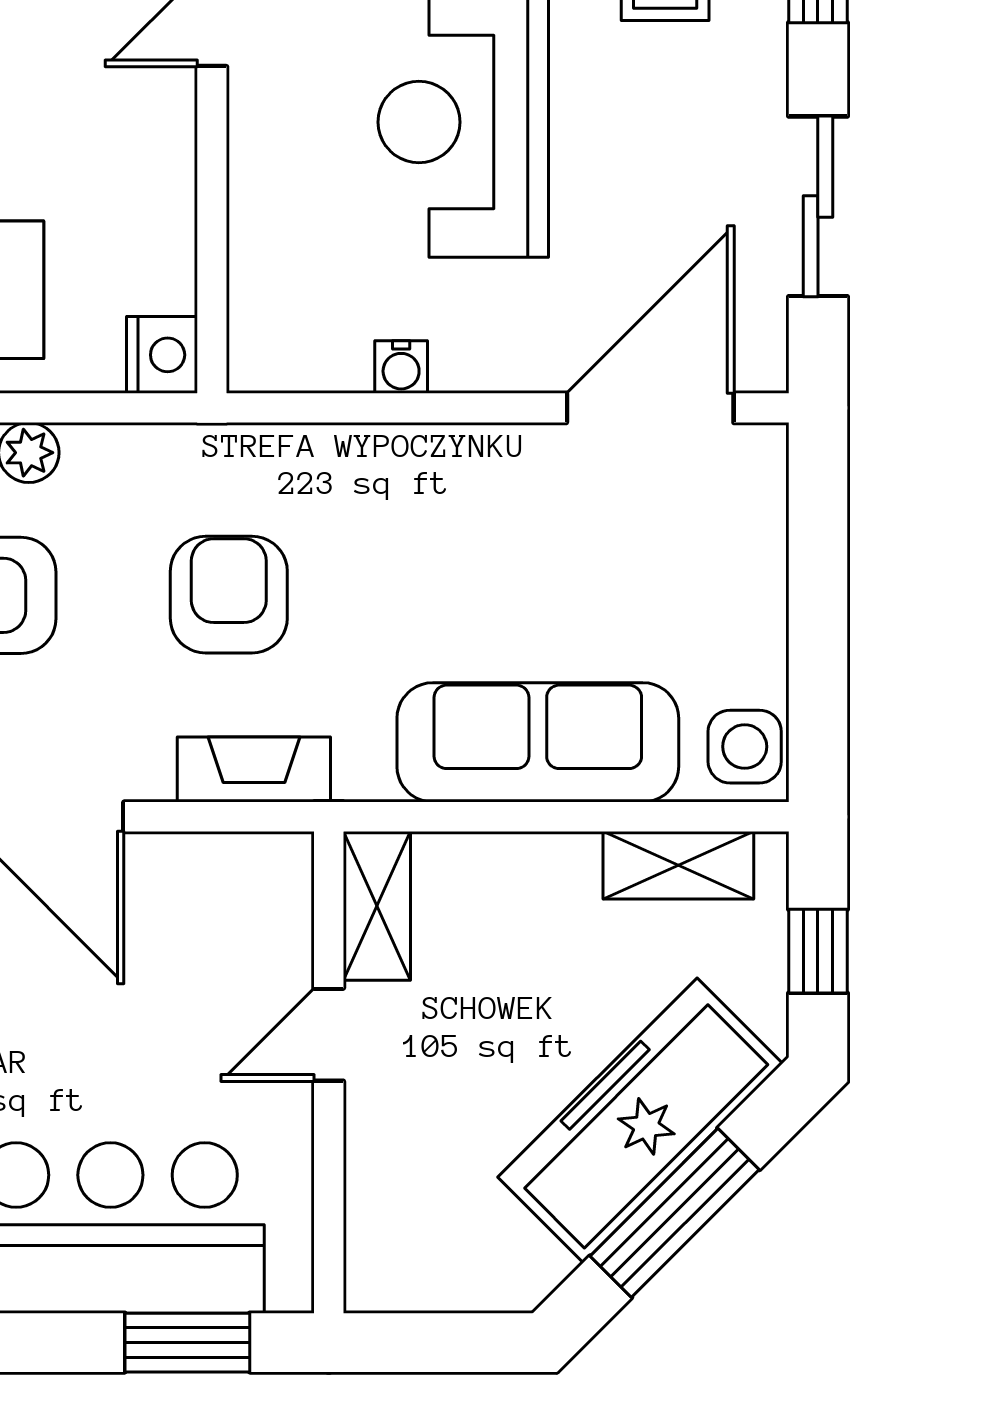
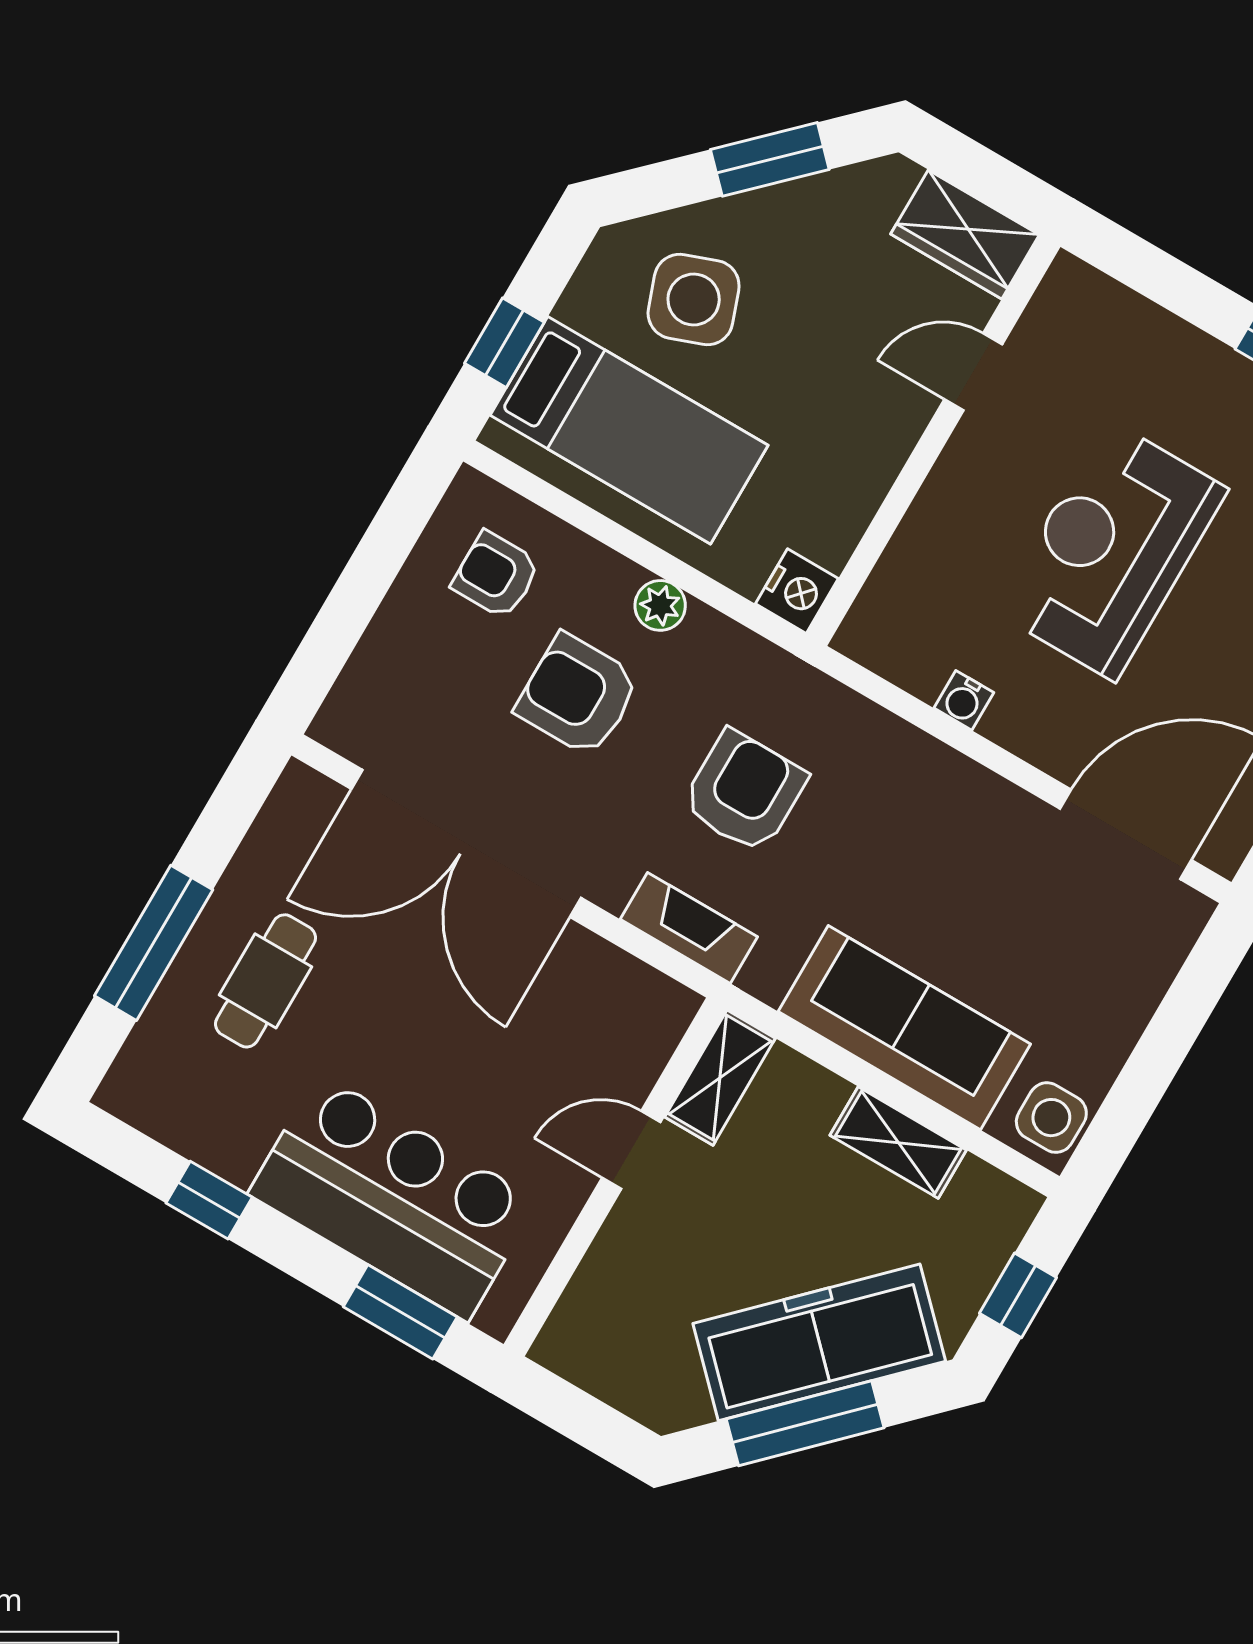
shelving: (678, 865) -> (898, 1143), moved

